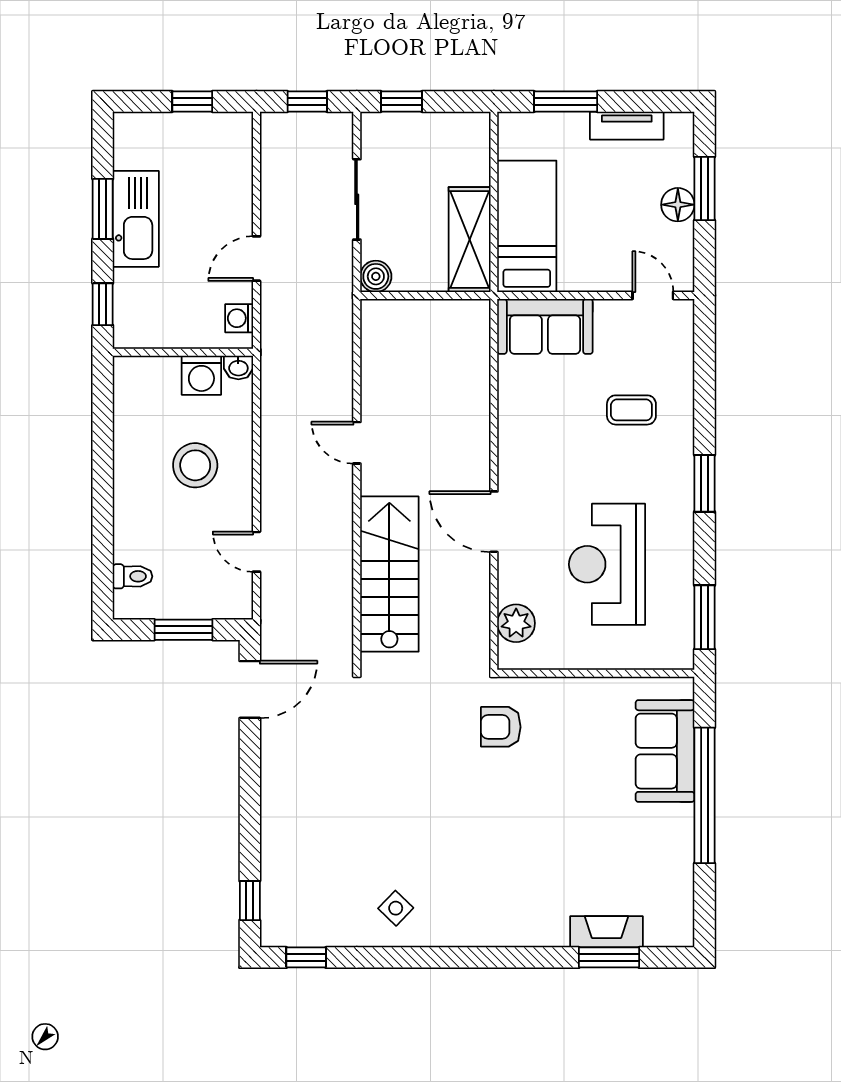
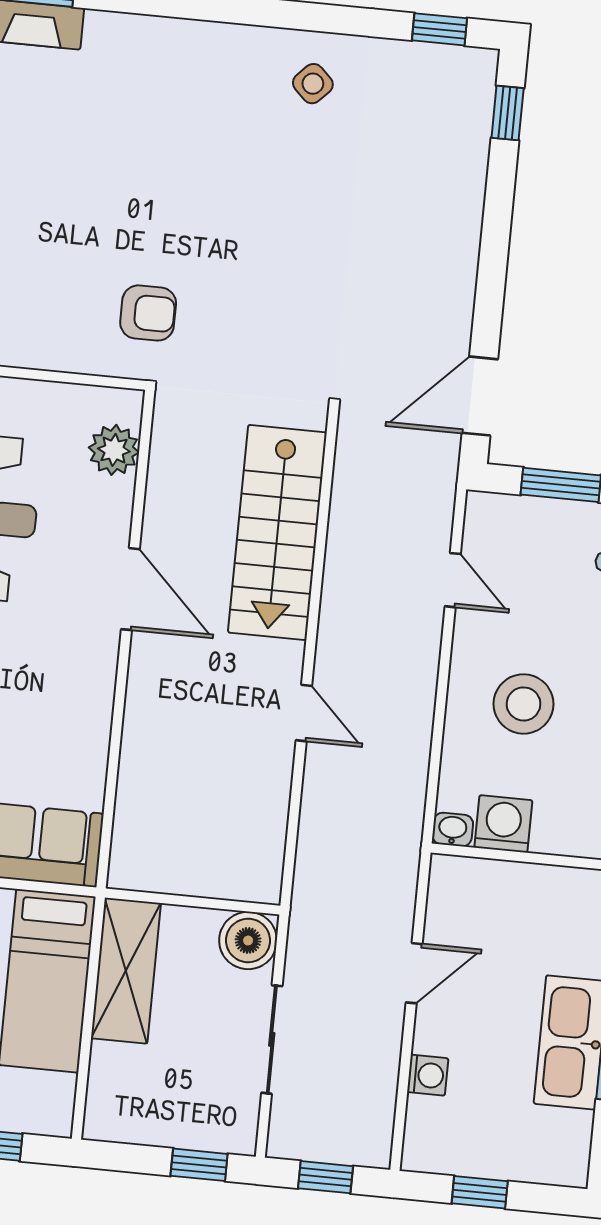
boiler: (376, 276) -> (248, 940), width x1.36, depth x1.36
washing machine: (239, 318) -> (428, 1075), moved

